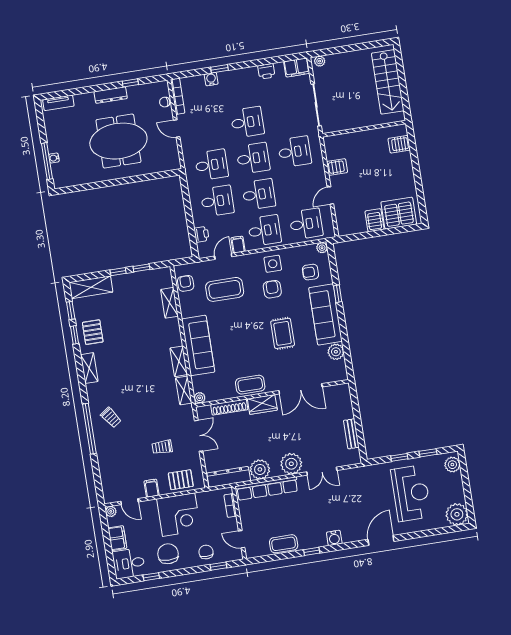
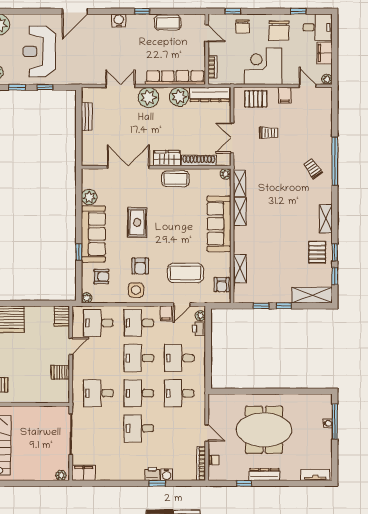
printer: (266, 71) -> (152, 474), moved
server rack: (374, 220) -> (62, 316), moved
plant: (202, 248) -> (200, 316), added

